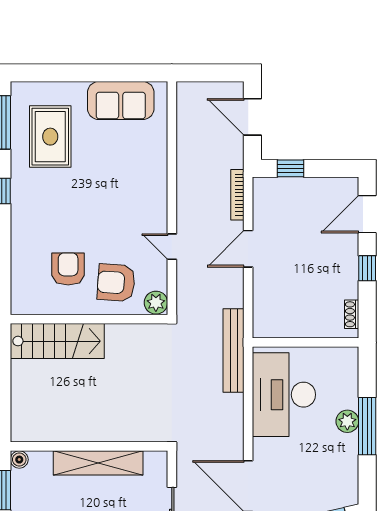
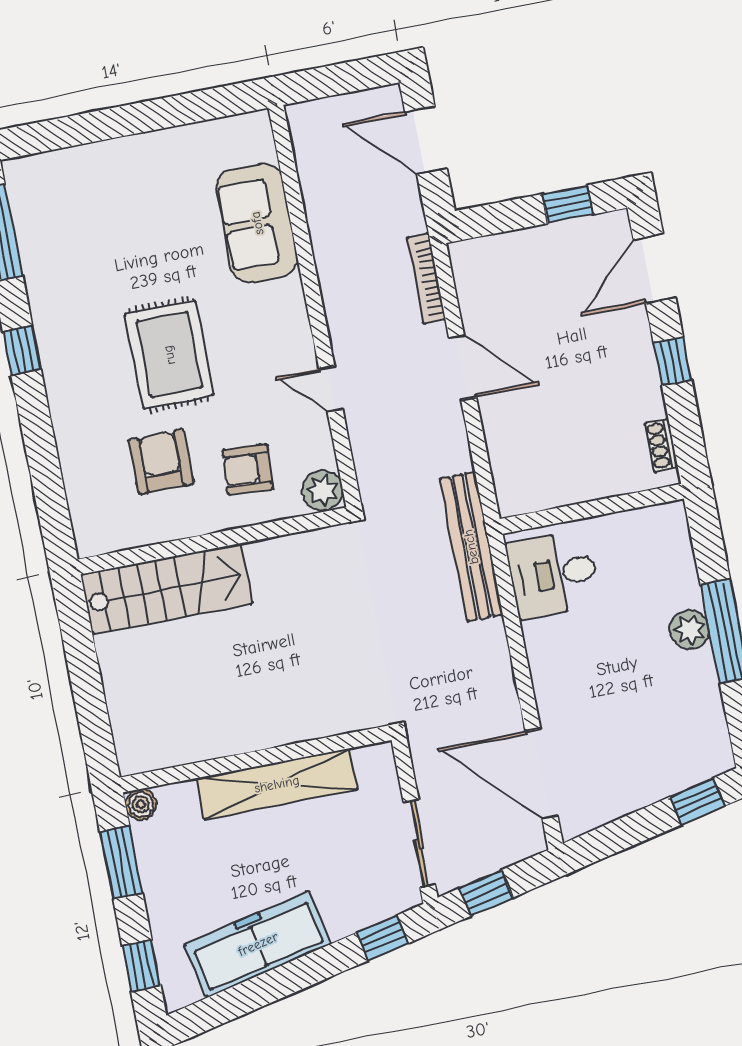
sofa: (121, 101) -> (257, 223), moved, turned 90
rug: (50, 137) -> (169, 355), moved
window: (290, 168) -> (567, 204), moved
door: (248, 249) -> (463, 367), swing flipped
armchair: (116, 283) -> (248, 469), width x0.72, depth x0.72
desk: (284, 395) -> (553, 574), width x0.53, depth x0.77

